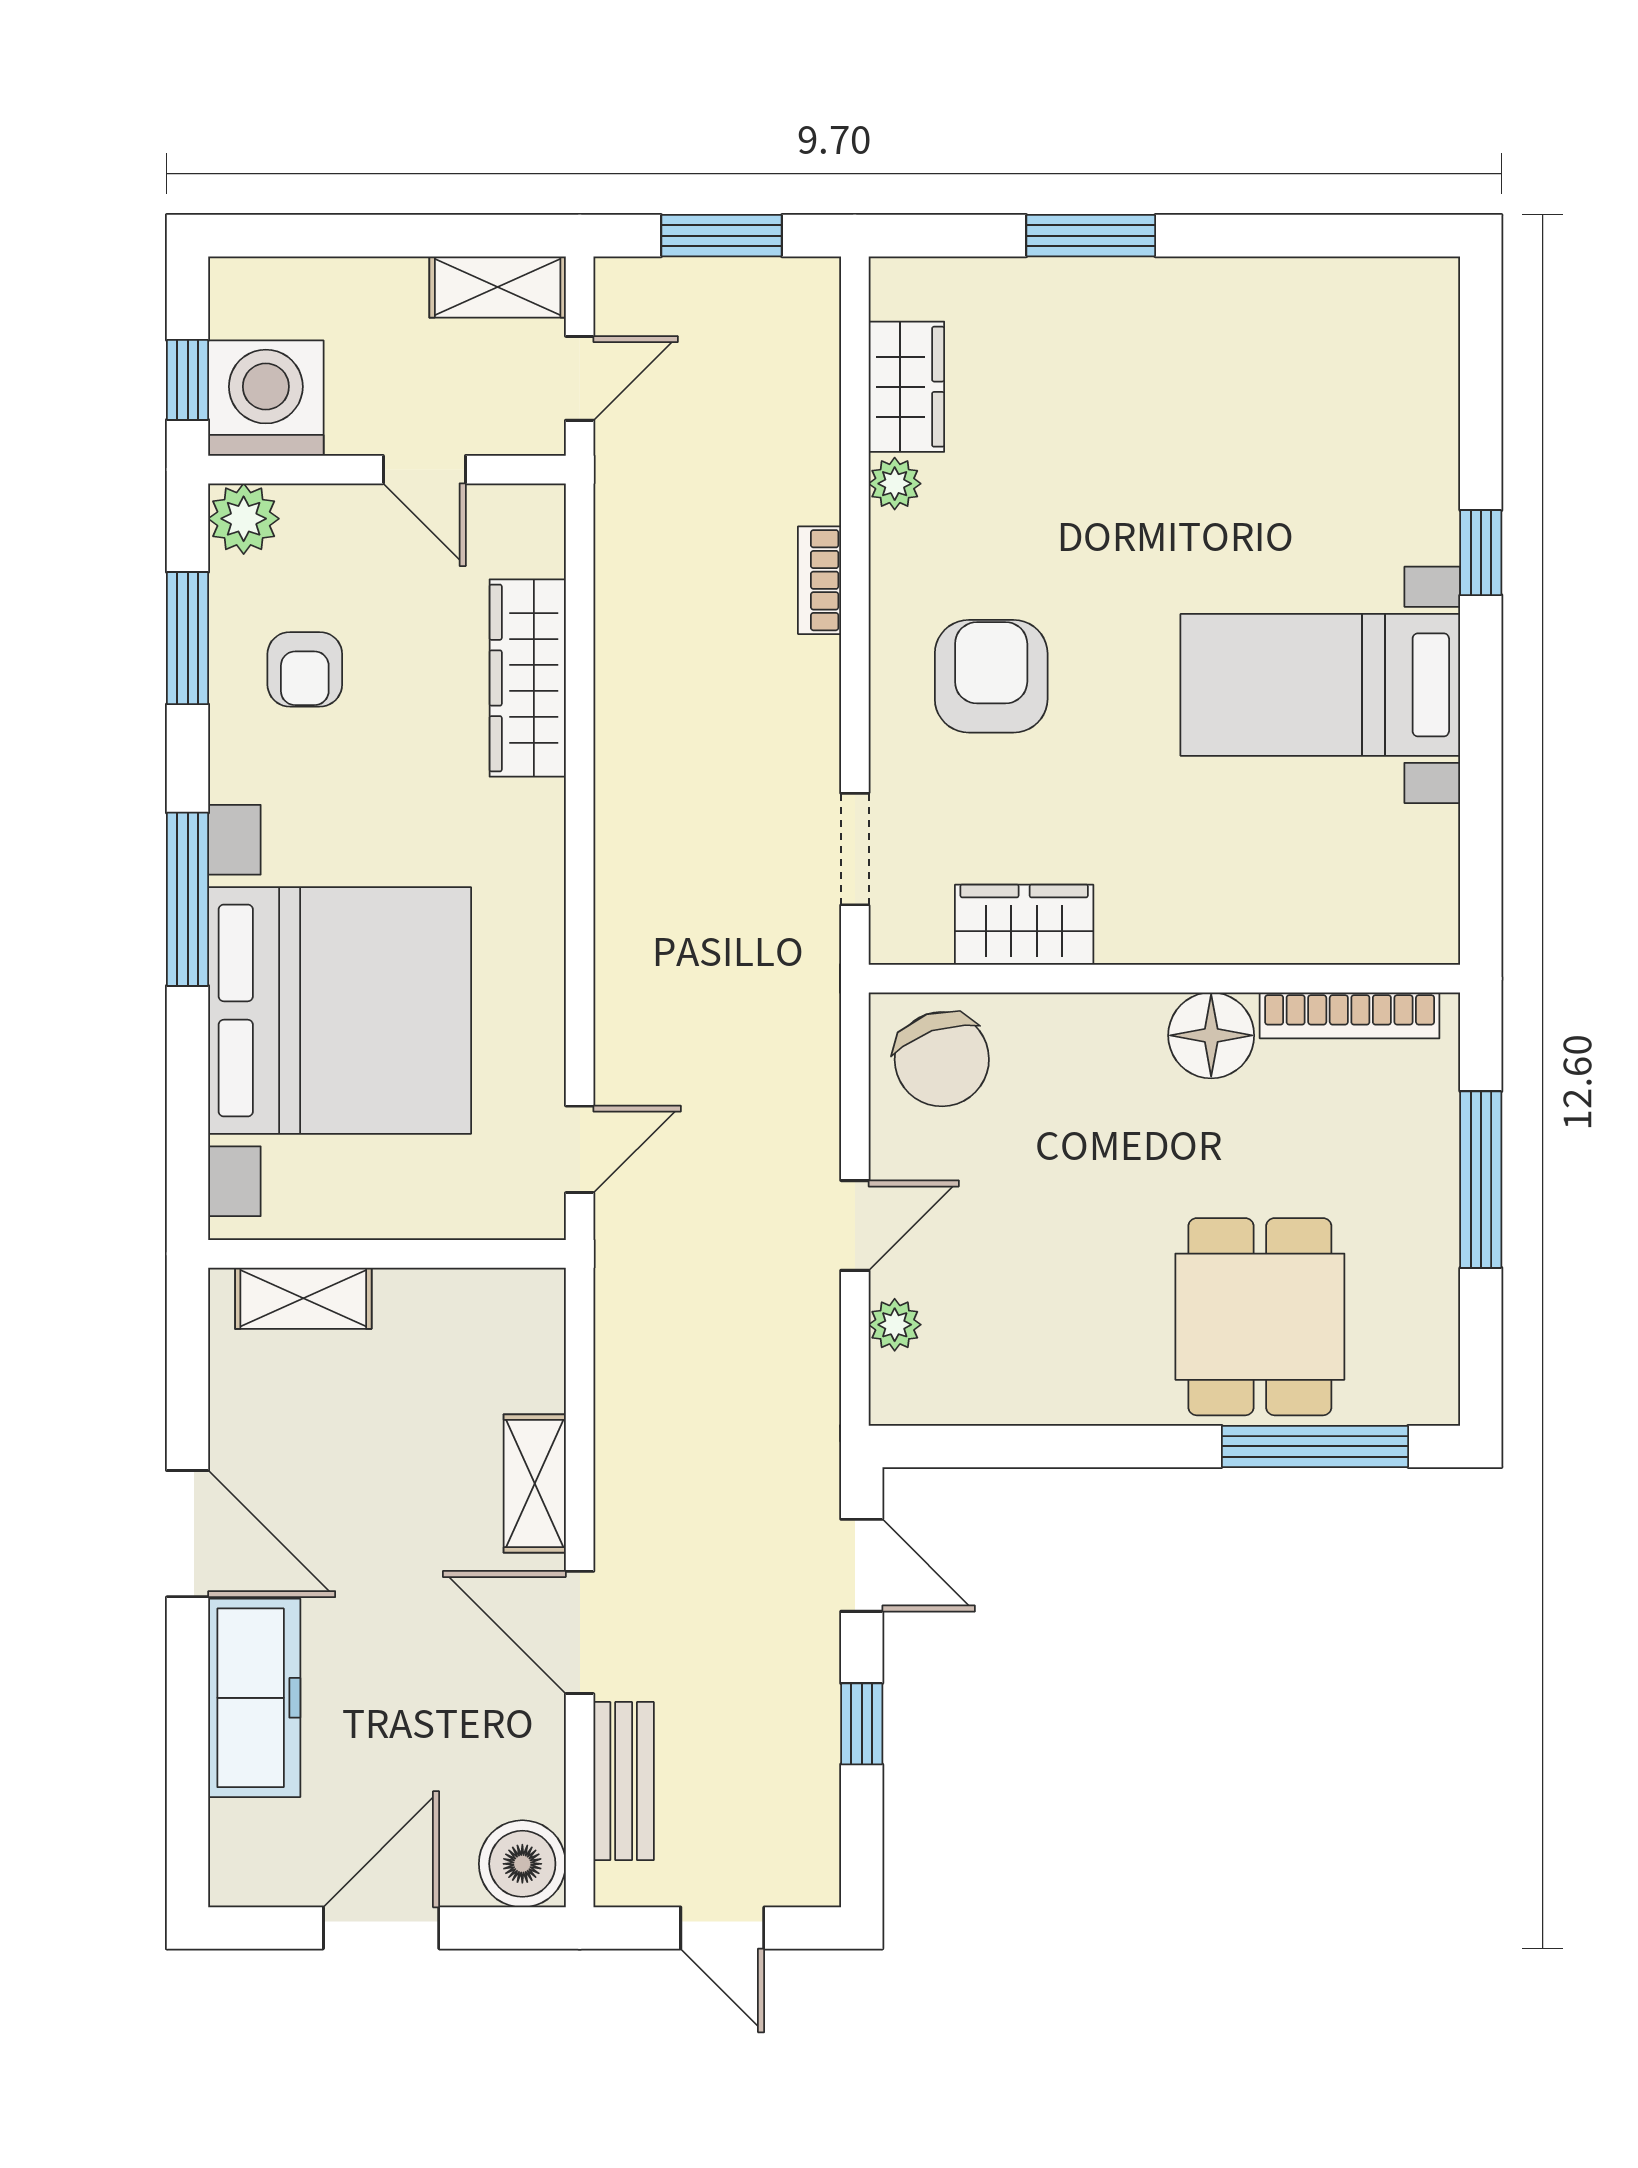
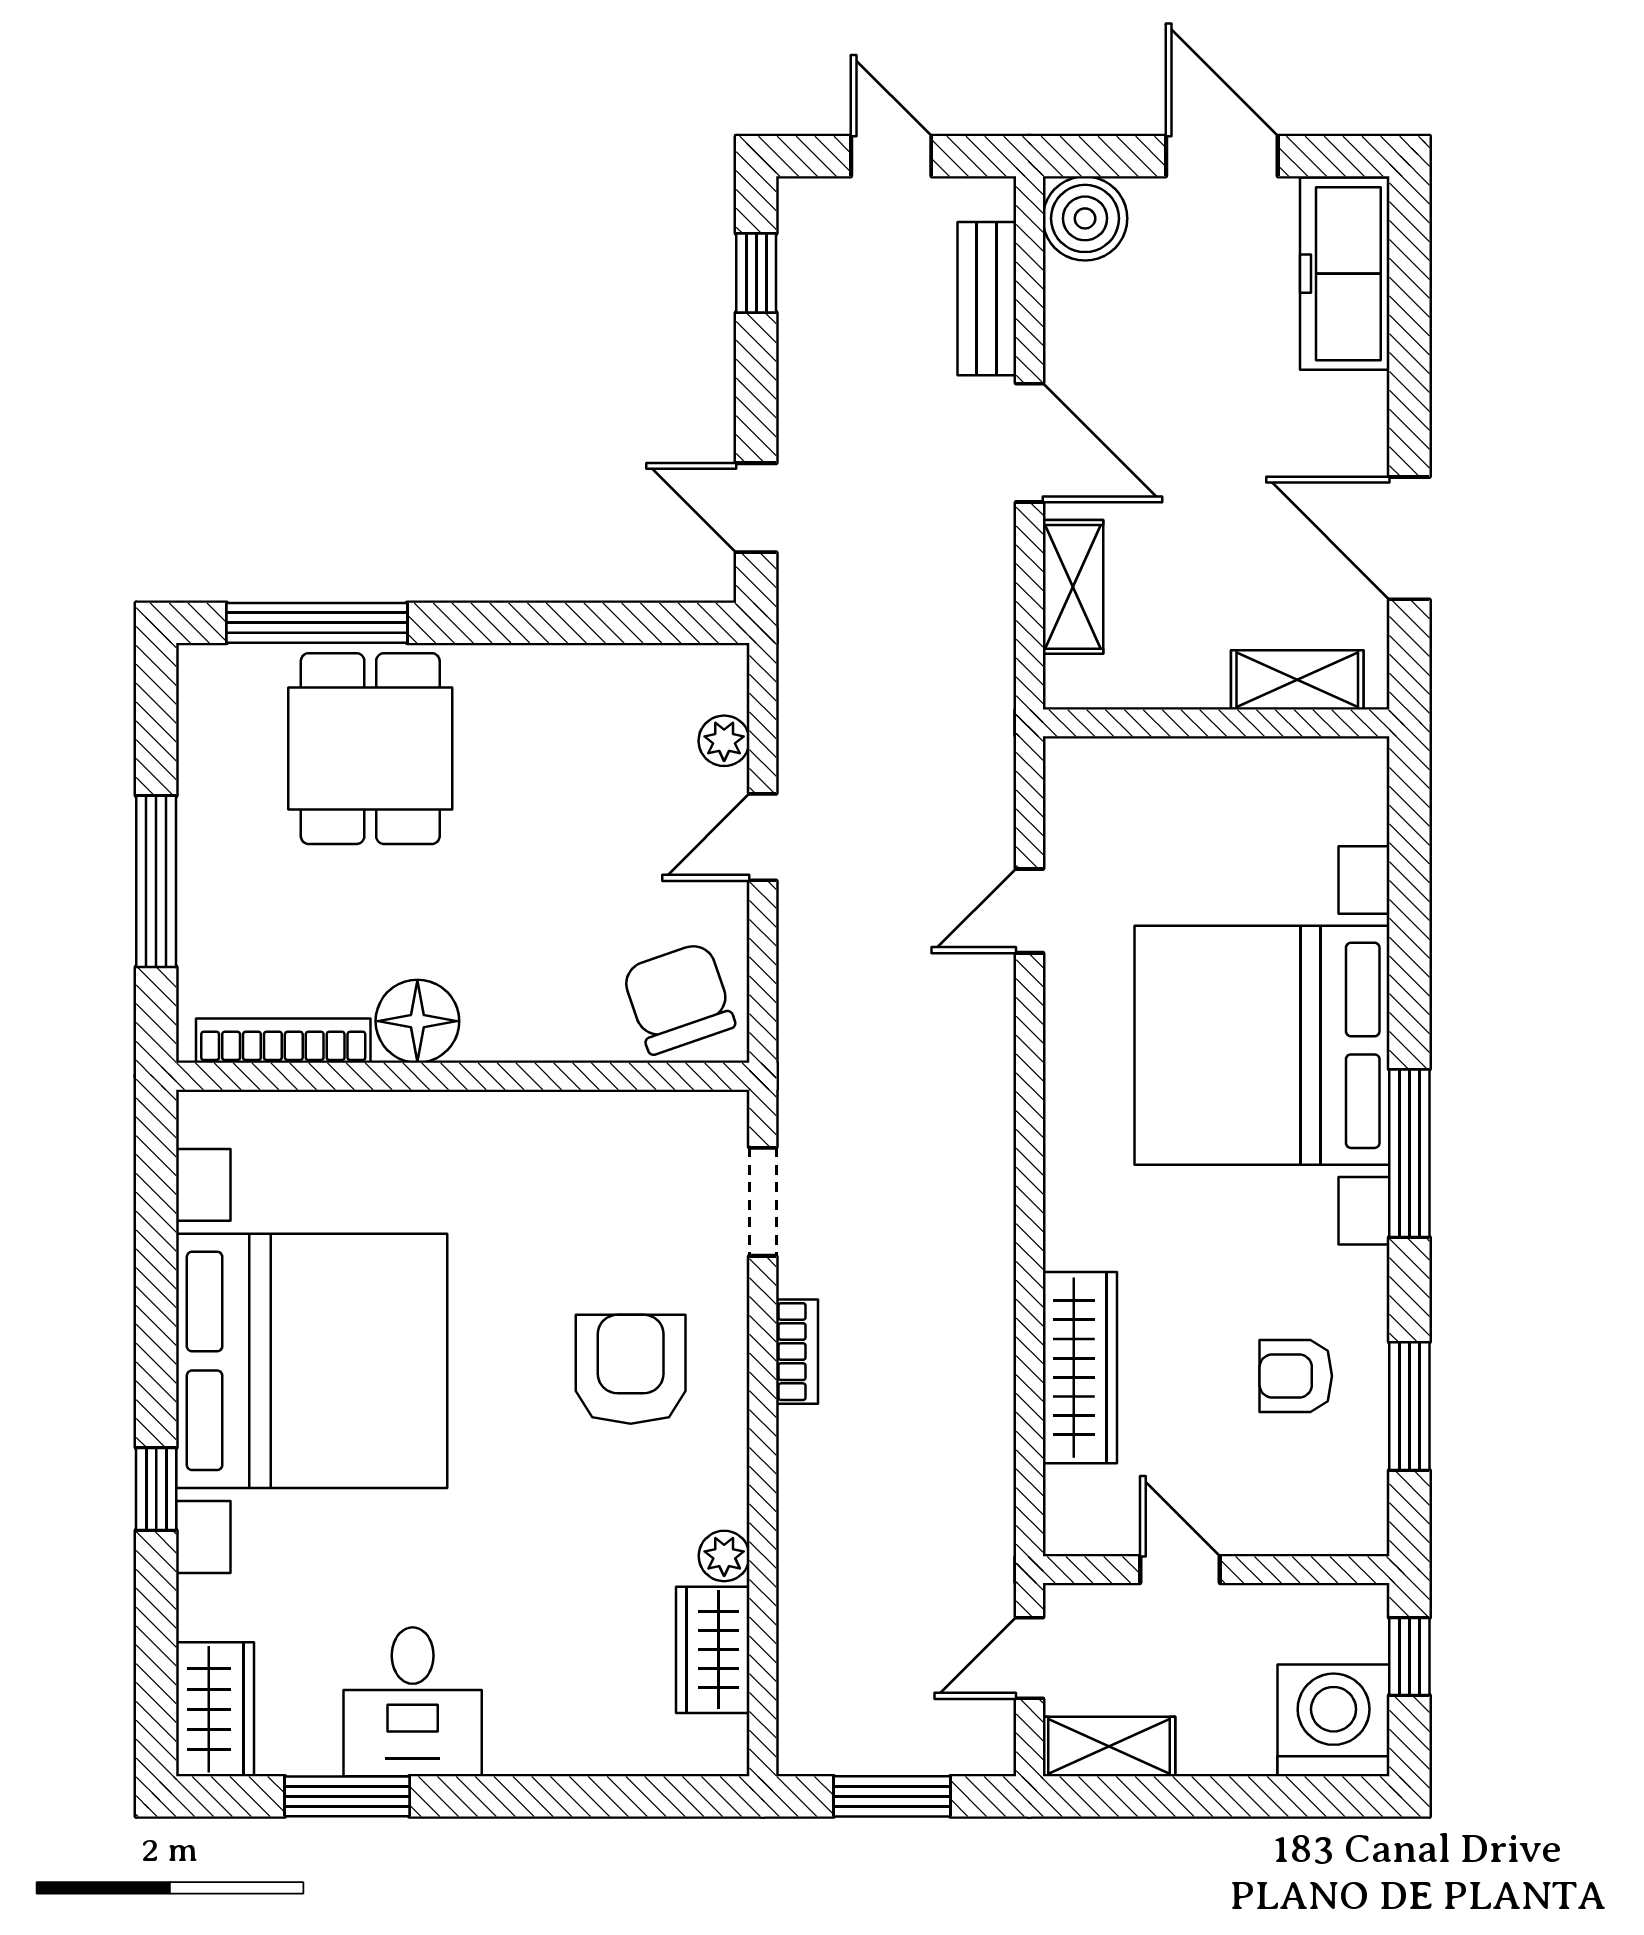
window: (1091, 236) -> (347, 1796), moved
desk: (1216, 333) -> (413, 1702), added
washing machine: (266, 398) -> (1334, 1720), moved, turned 180
plant: (244, 519) -> (1355, 1522), removed
bookcase: (819, 580) -> (797, 1352), moved
armchair: (305, 669) -> (1296, 1376), turned -90
armchair: (991, 676) -> (631, 1369), turned 180
bed with nightstands: (1320, 685) -> (312, 1361), width x1.85
wardrobe: (1024, 925) -> (215, 1709), moved, turned -90
wall: (387, 1254) -> (1216, 723), moved
shelving: (303, 1298) -> (1297, 680), moved
freezer: (254, 1698) -> (1345, 274), moved
window: (862, 1724) -> (756, 273), moved
door: (381, 1928) -> (1222, 156), swing flipped

